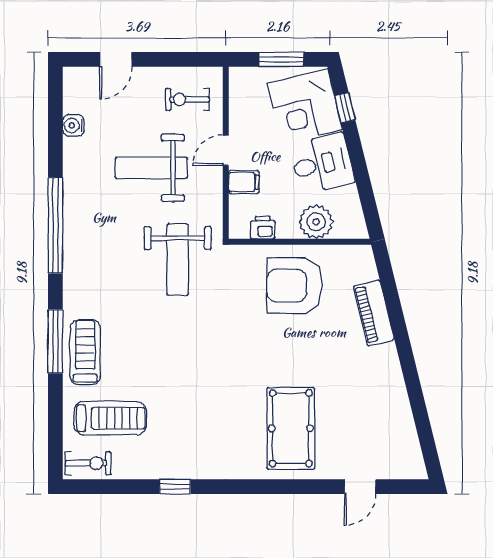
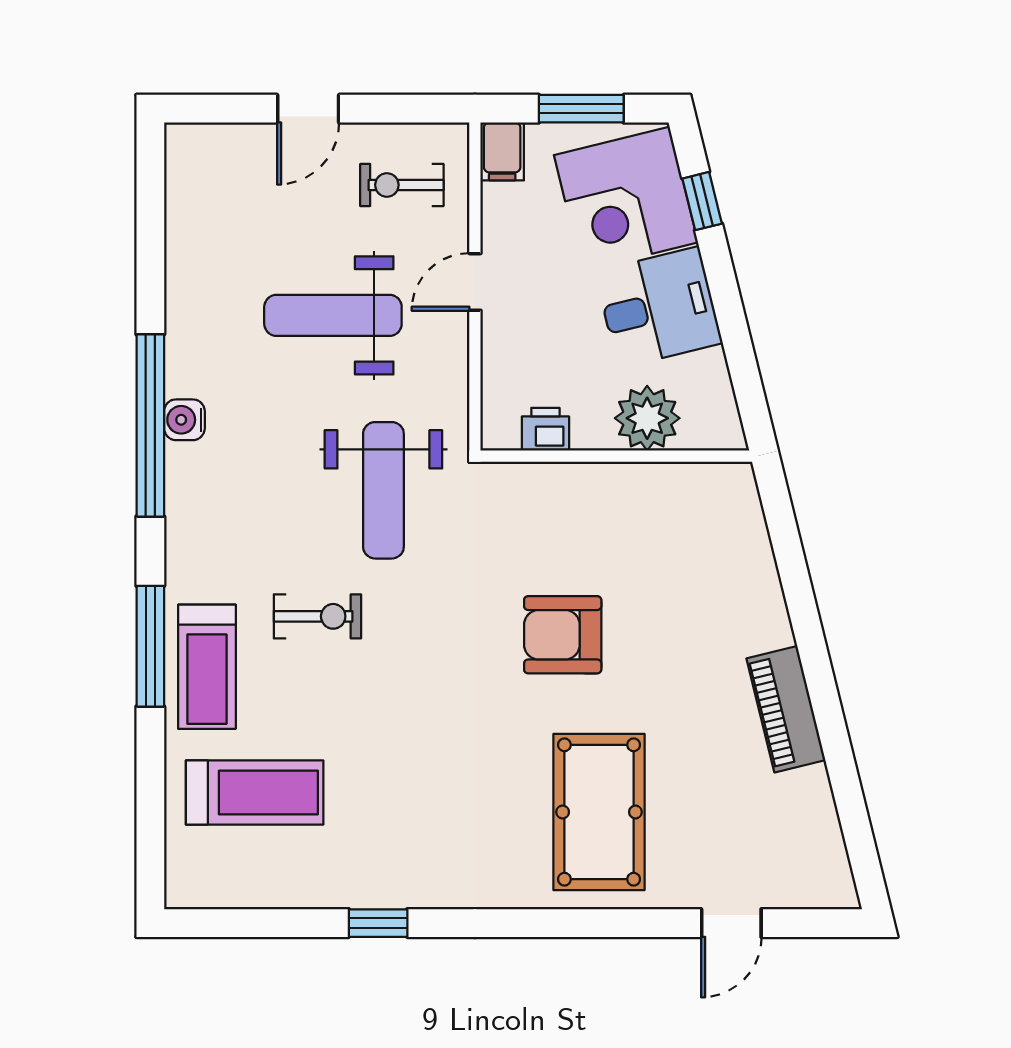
door: (116, 59) -> (308, 109), moved
water cooler: (73, 125) -> (184, 420), moved
filing cabinet: (244, 182) -> (502, 151), moved, turned 90
armchair: (294, 286) -> (563, 635), moved, width x0.73, depth x0.73
piano: (374, 313) -> (786, 709), moved
treadmill: (85, 352) -> (207, 667), turned 180
exercise bike: (88, 463) -> (317, 616), moved

